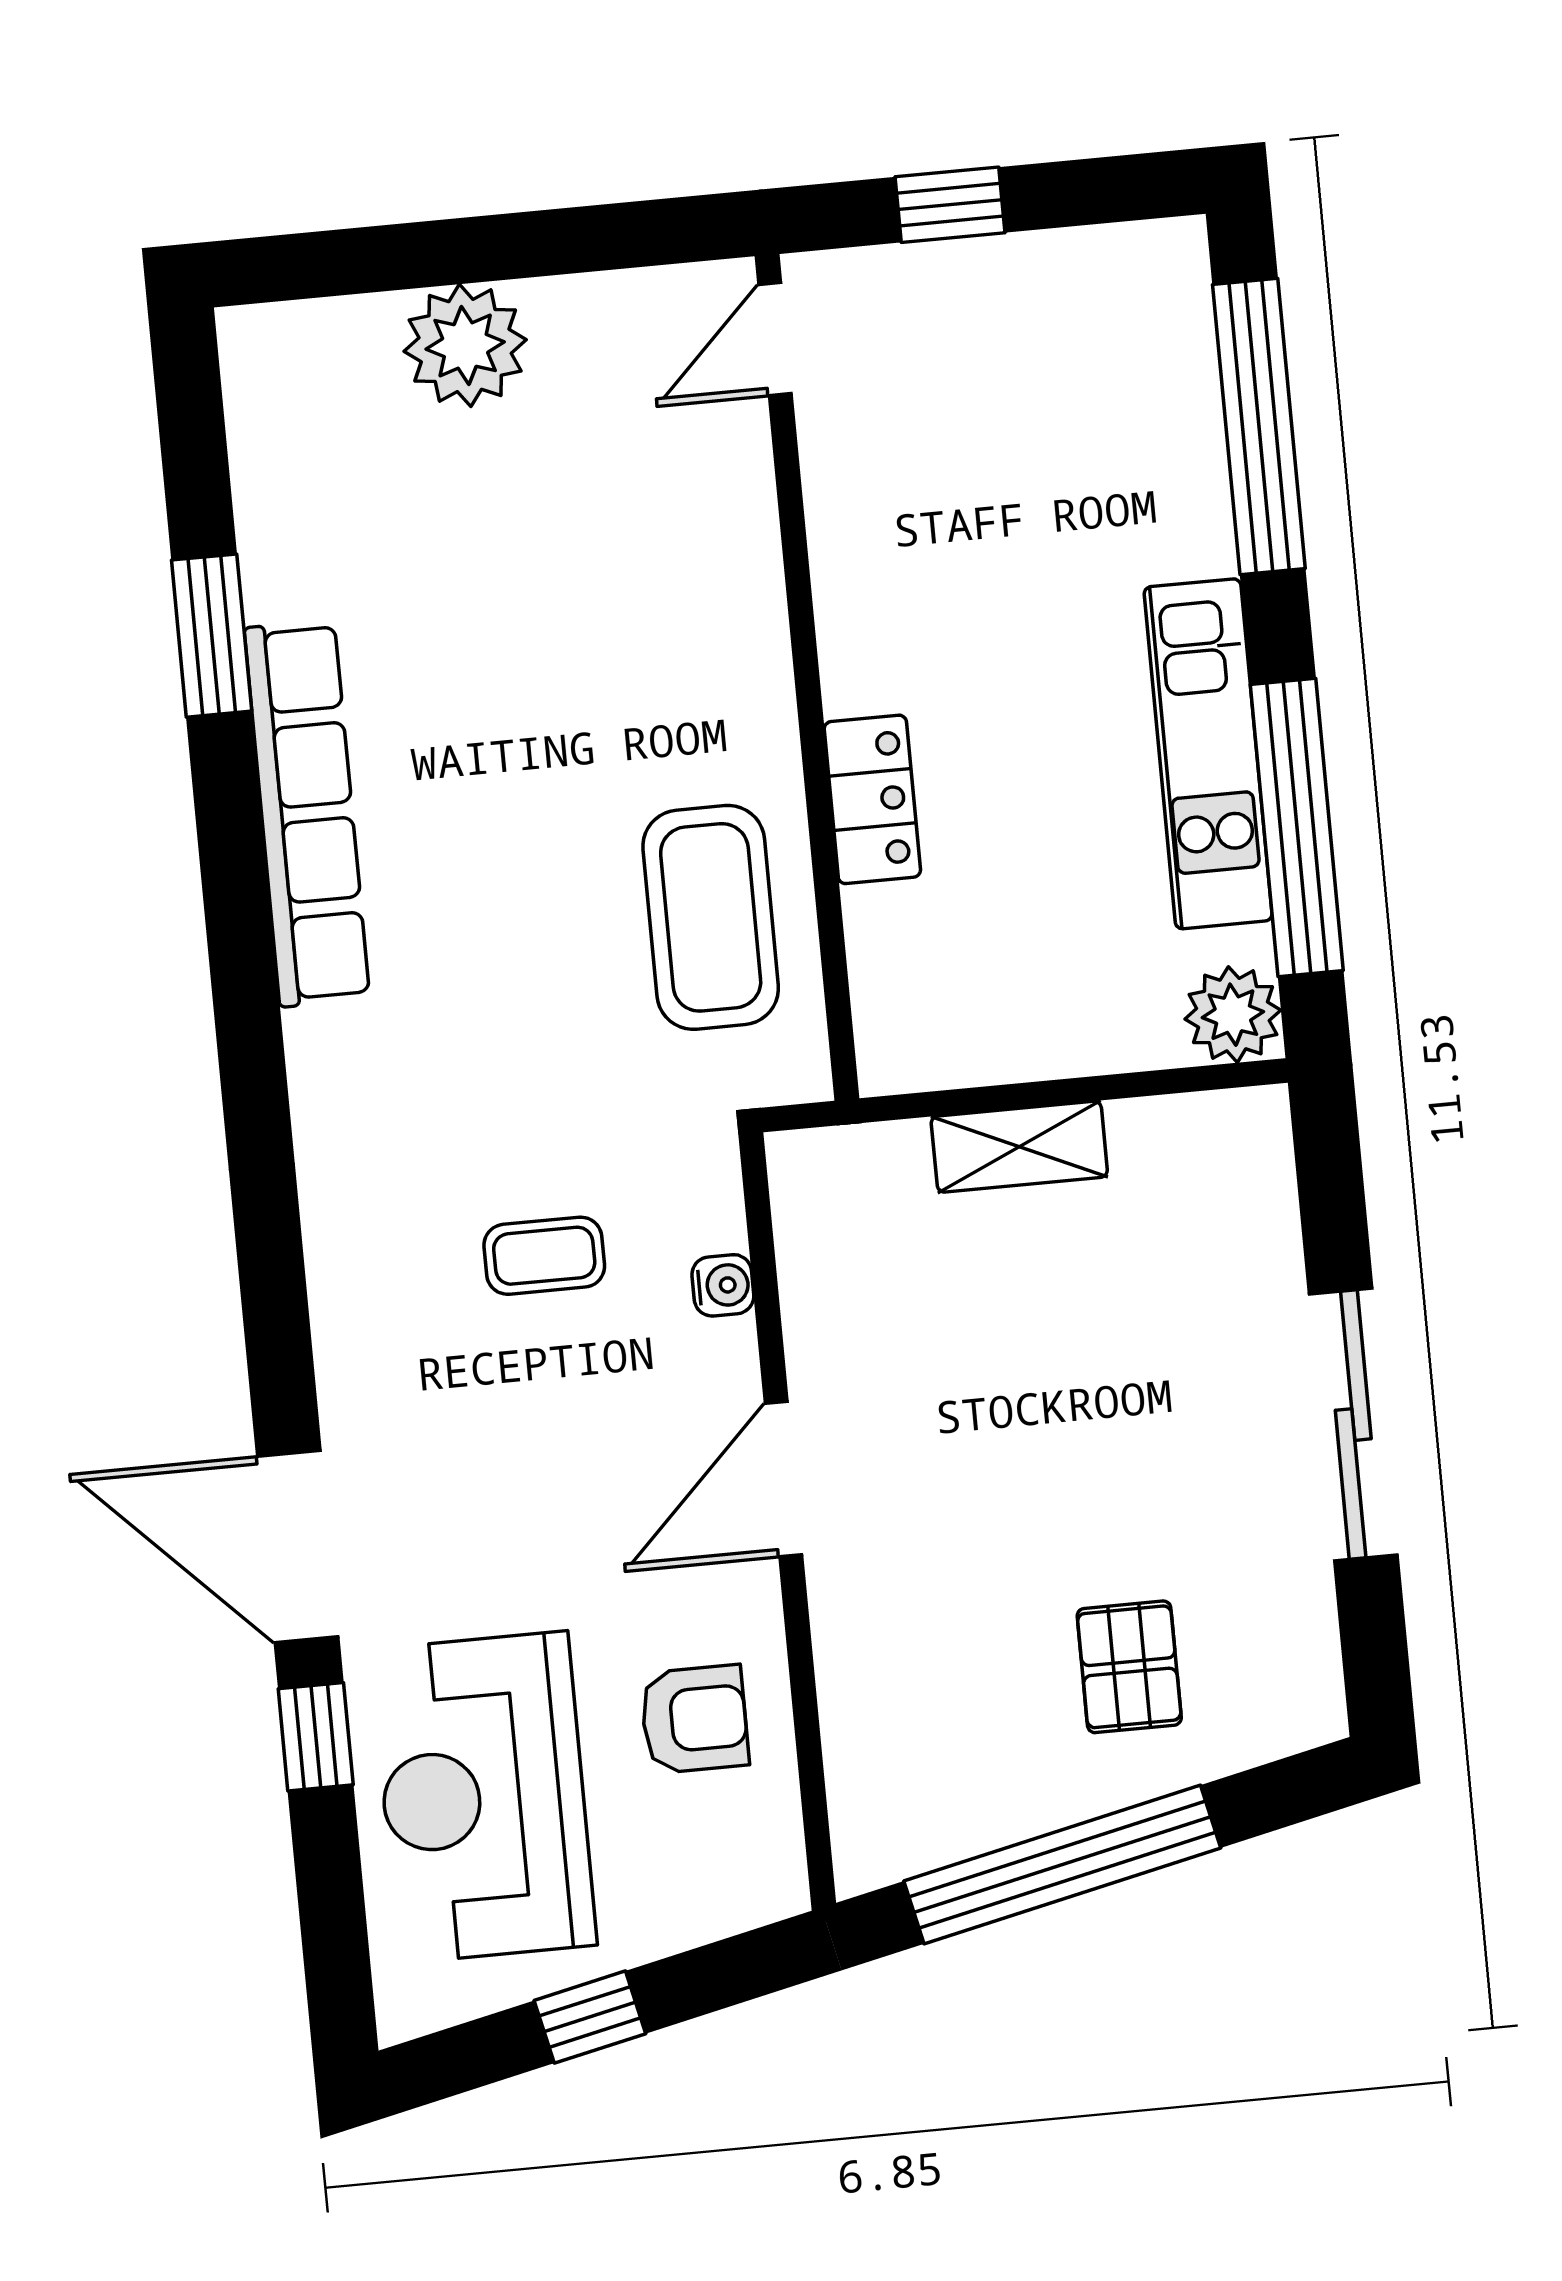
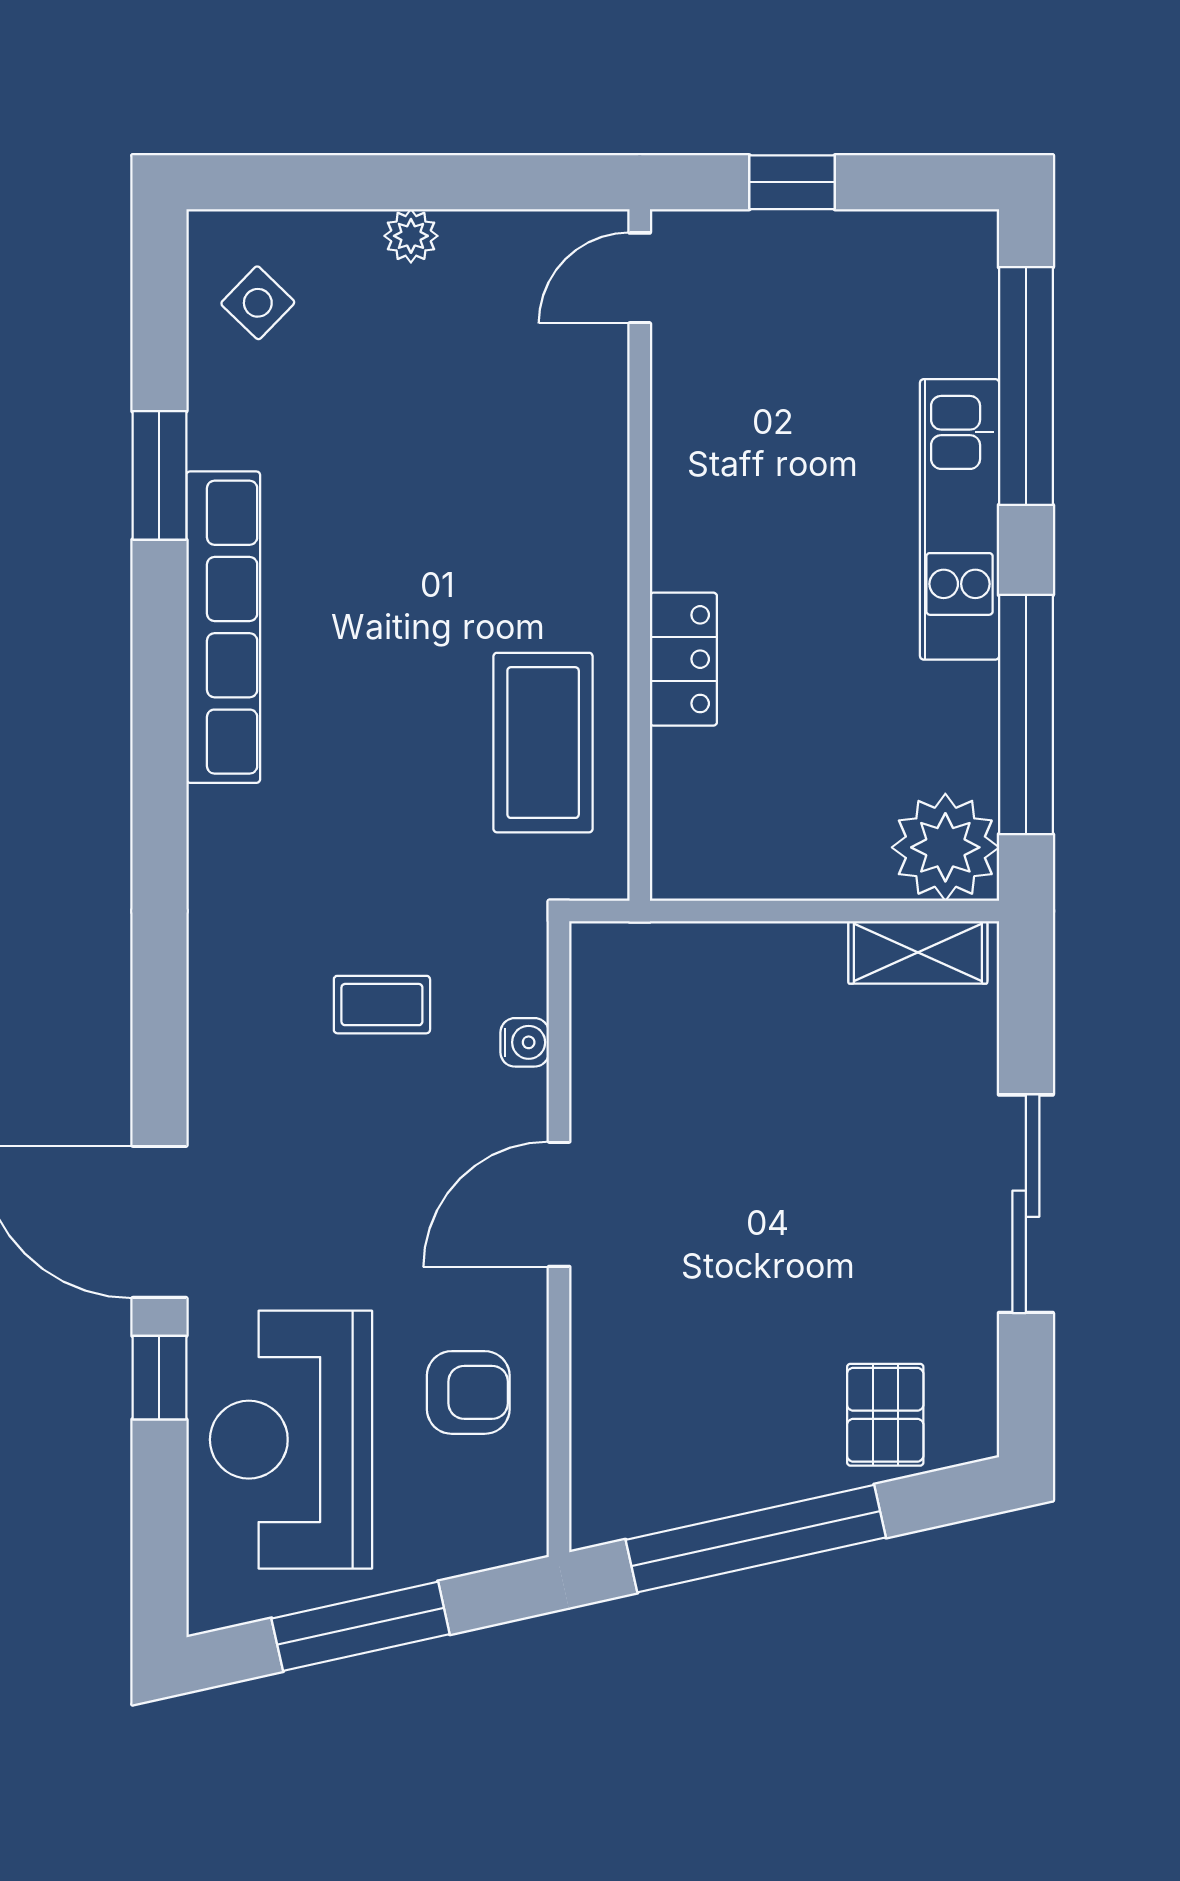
plant: (465, 345) -> (411, 236), width x0.53, depth x0.53
side table: (312, 414) -> (258, 303), added
kitchen unit: (1208, 754) -> (960, 519), moved
plant: (1233, 1015) -> (945, 847), width x1.36, depth x1.36
shelving: (1019, 1147) -> (918, 952), moved
pallet: (1129, 1667) -> (885, 1415), moved
window: (590, 2017) -> (361, 1626), width x2.17

